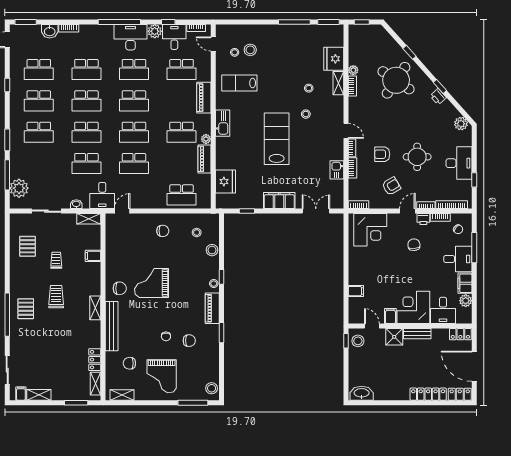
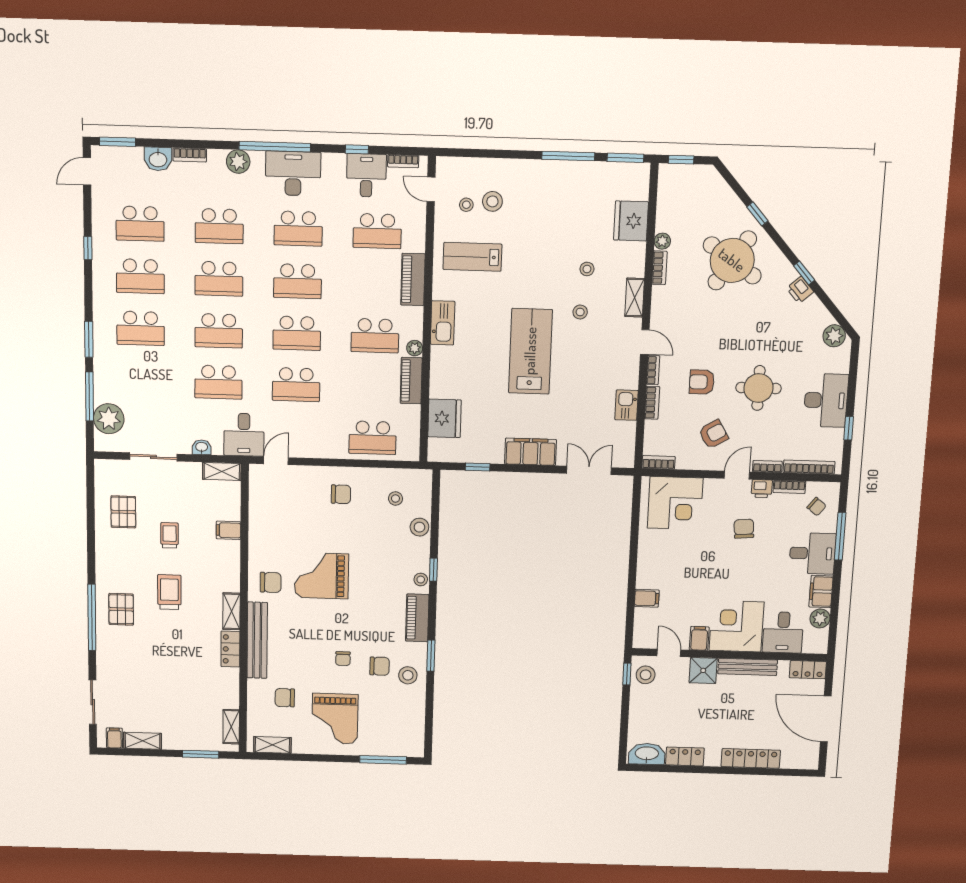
plant: (155, 31) -> (238, 162), moved
shelving: (338, 83) -> (635, 298), moved
bench: (417, 334) -> (748, 667), width x1.36
locker: (95, 360) -> (230, 649), moved
stool: (212, 388) -> (408, 675), moved
locker: (460, 394) -> (685, 756), moved

